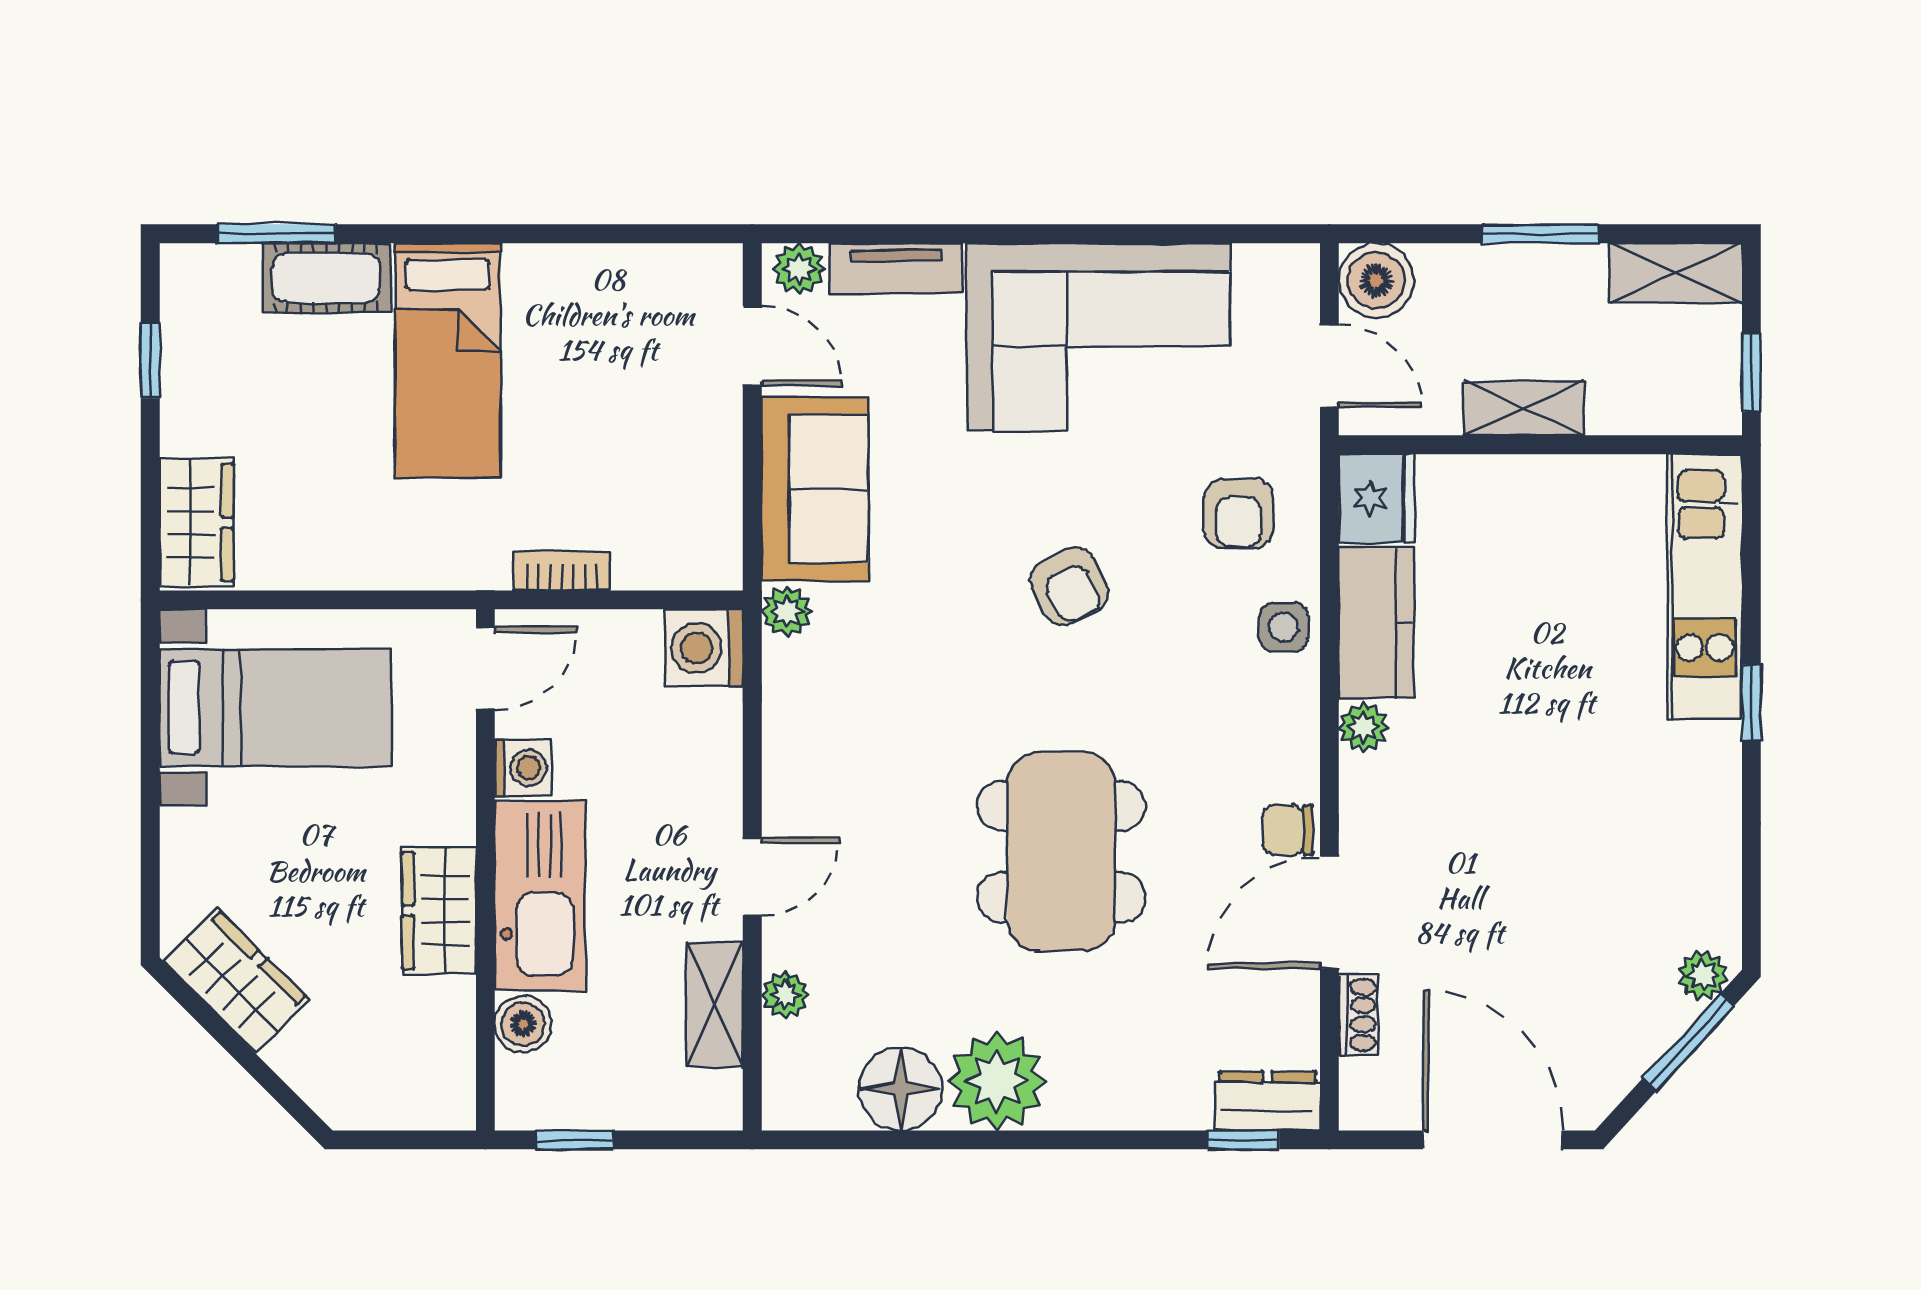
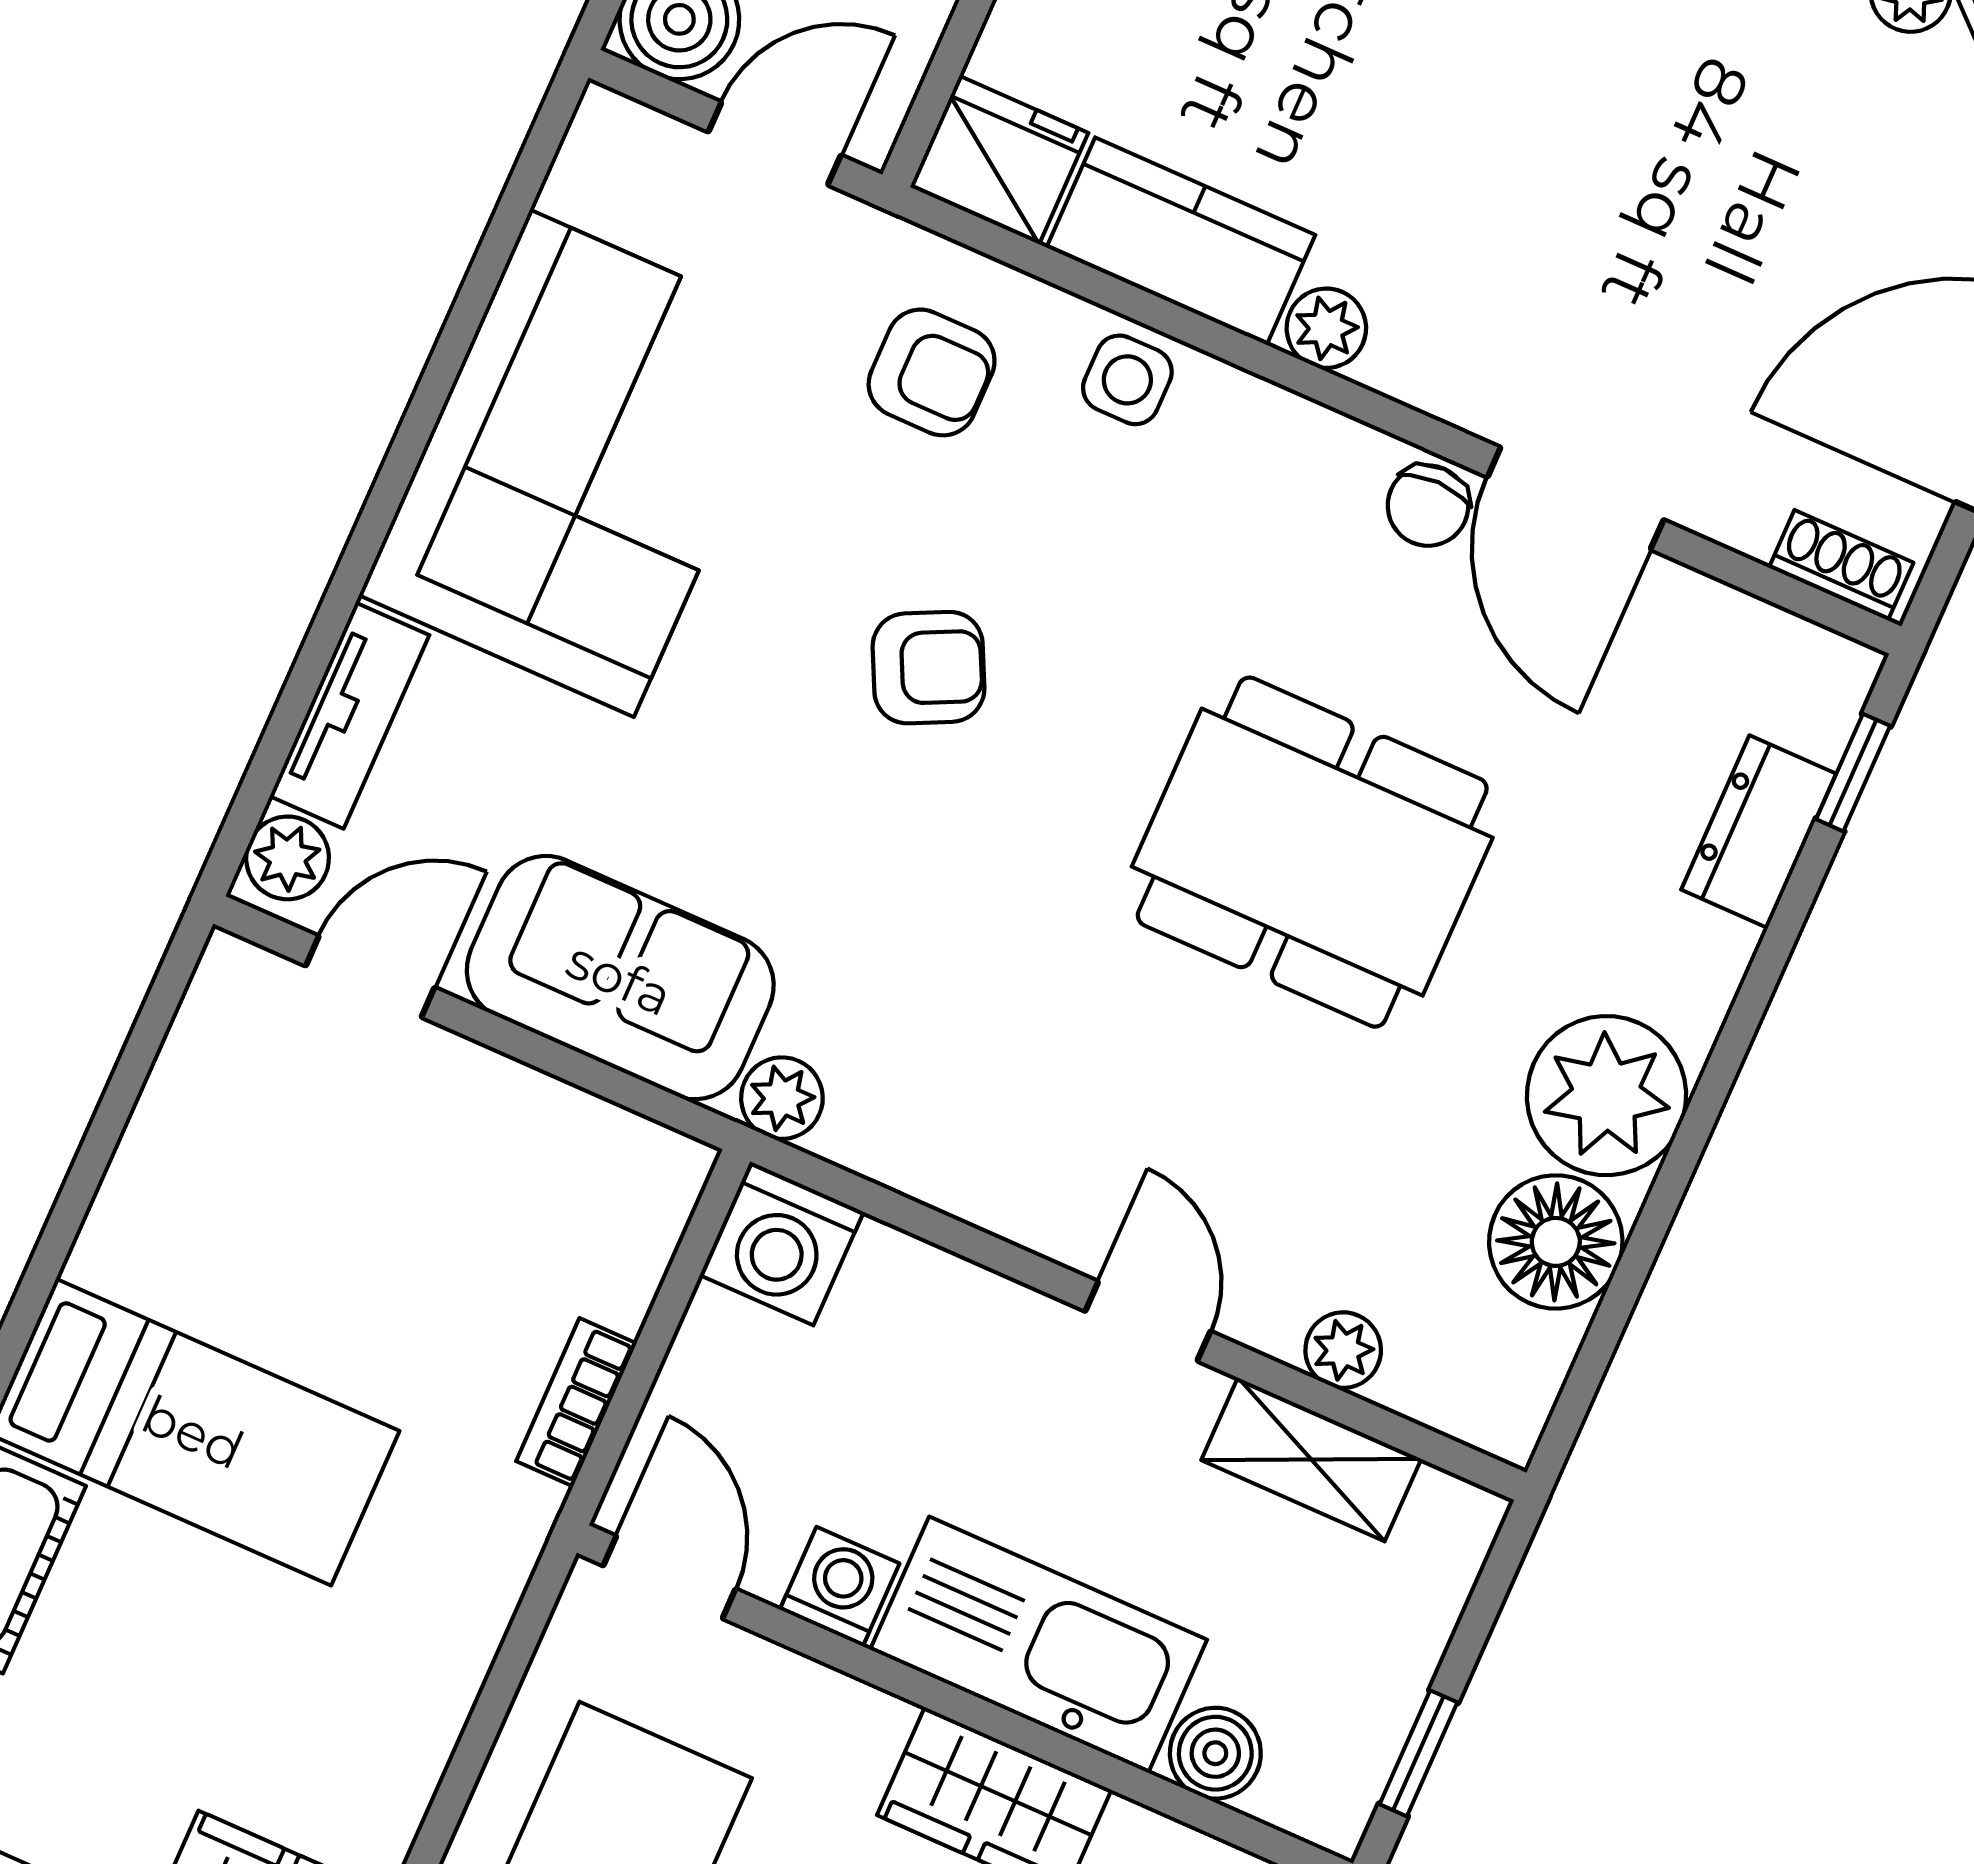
shoe rack: (1358, 1015) -> (1841, 565), moved
dresser: (1267, 1101) -> (1759, 832), moved

